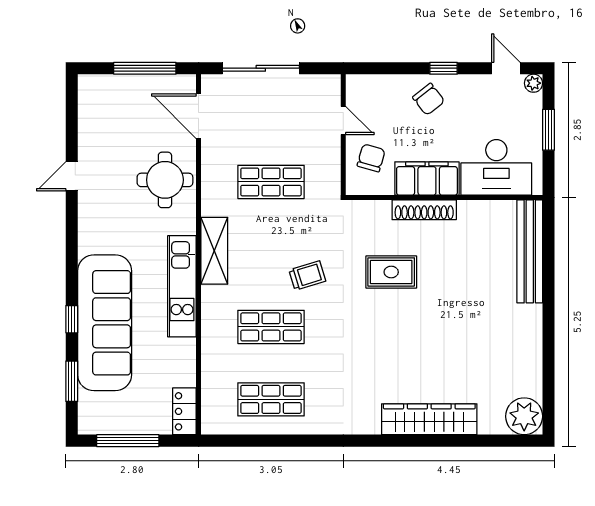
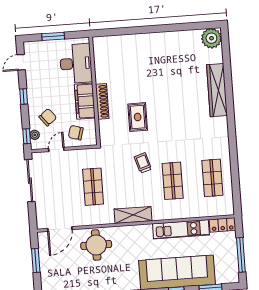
window: (145, 68) -> (36, 261), width x0.69
sliding door: (261, 68) -> (30, 181), moved
window: (371, 68) -> (27, 136), added
plant: (534, 83) -> (35, 135), moved
chair: (429, 99) -> (48, 117), moved
bench: (530, 251) -> (121, 42), removed
kitchen unit: (182, 286) -> (181, 229), moved

